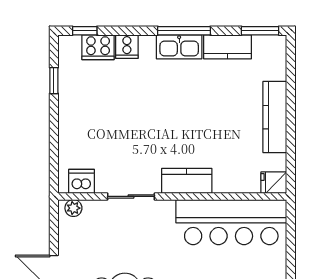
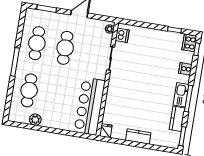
cooker: (98, 47) -> (189, 43), moved
kitchen counter: (275, 117) -> (138, 136), width x0.67
kitchen counter: (187, 181) -> (114, 88), removed

